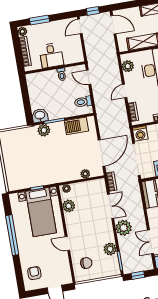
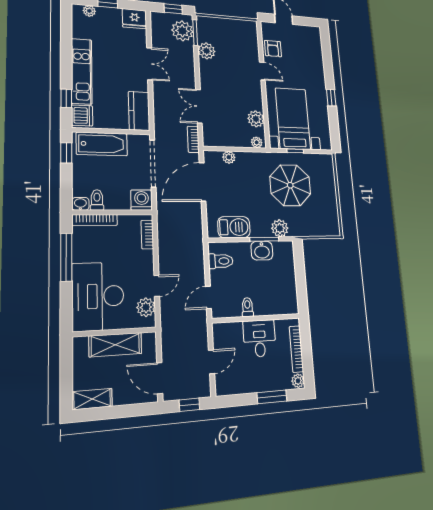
door: (80, 26) -> (212, 362), moved
door: (89, 77) -> (208, 297), swing flipped
door: (125, 91) -> (157, 286), moved
washbasin: (40, 116) -> (262, 251), moved
parasol: (39, 162) -> (290, 185), added
plant: (124, 228) -> (182, 31), moved
window: (12, 235) -> (331, 98), width x0.32
double door: (150, 242) -> (150, 64), moved
chair: (86, 263) -> (240, 41), removed
armchair: (34, 273) -> (273, 49), moved

